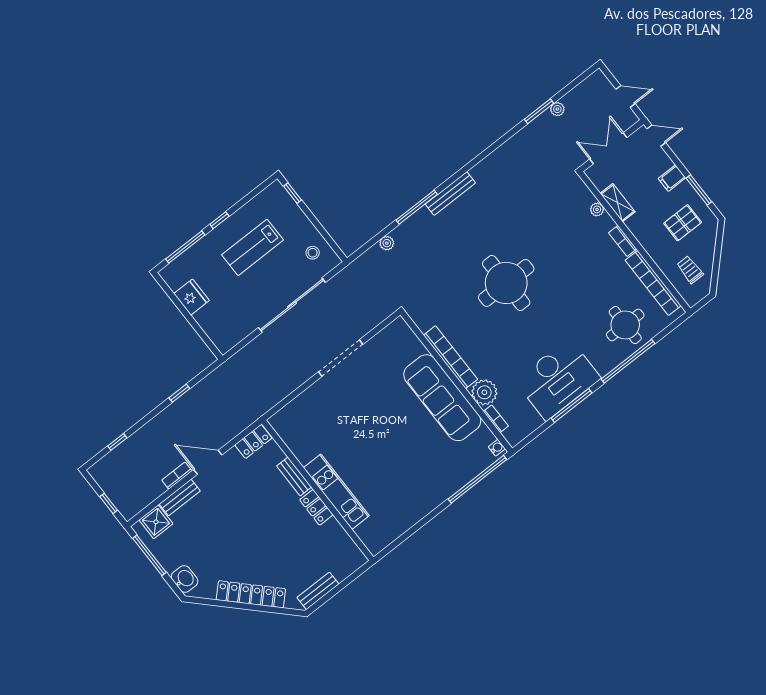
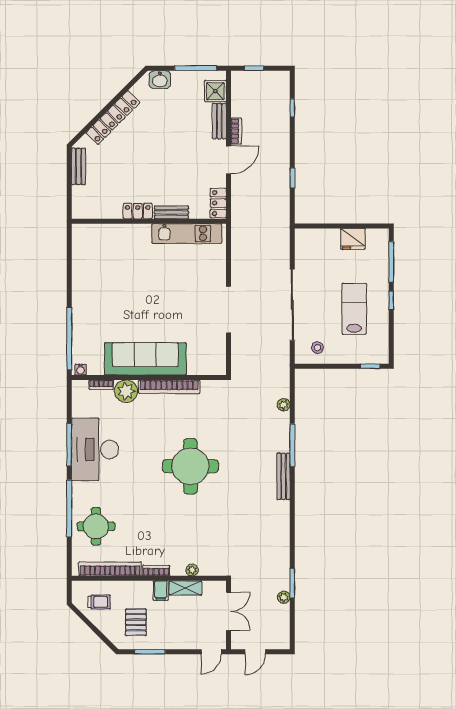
filing cabinet: (672, 178) -> (161, 591), moved, turned 180
kitchen unit: (336, 492) -> (187, 233), moved

